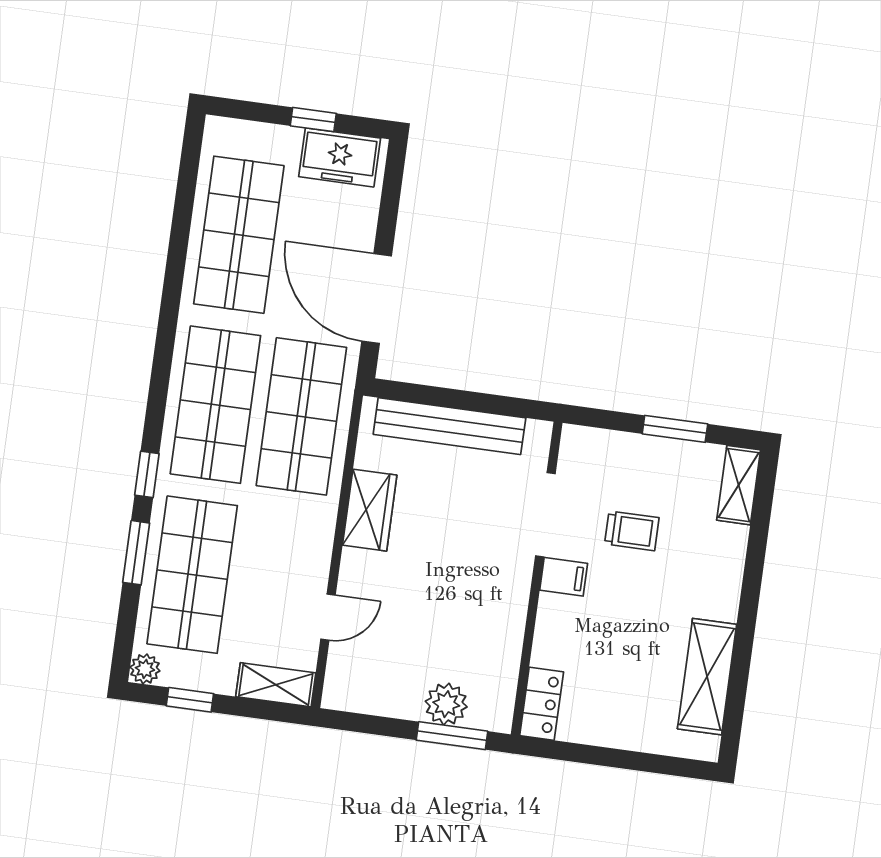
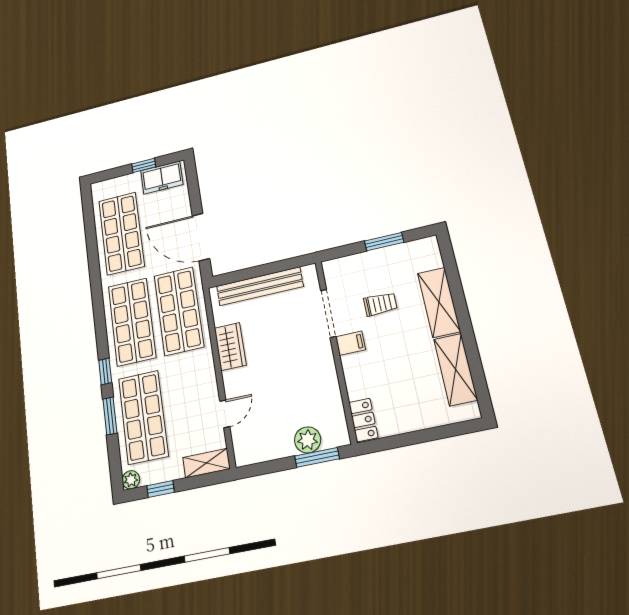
shelving: (739, 485) -> (439, 302), moved, width x1.50, depth x1.33

